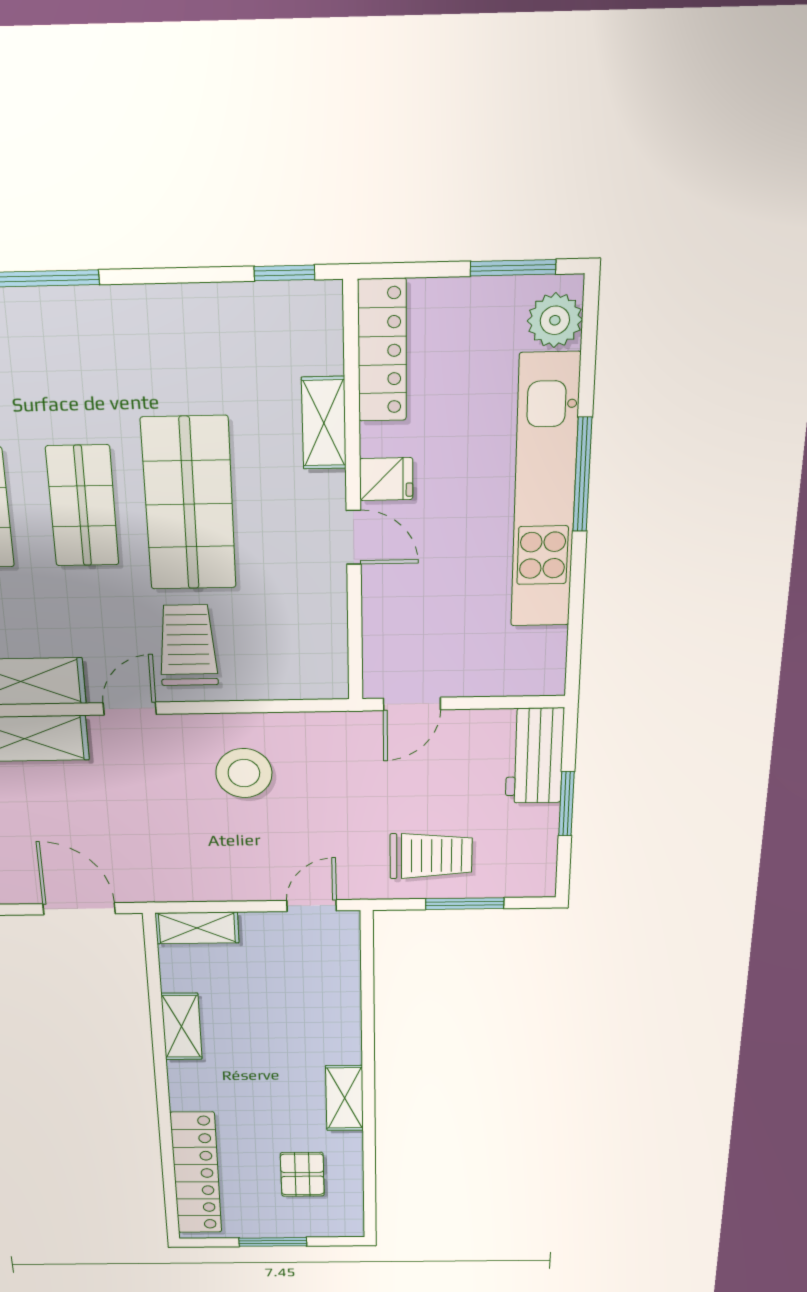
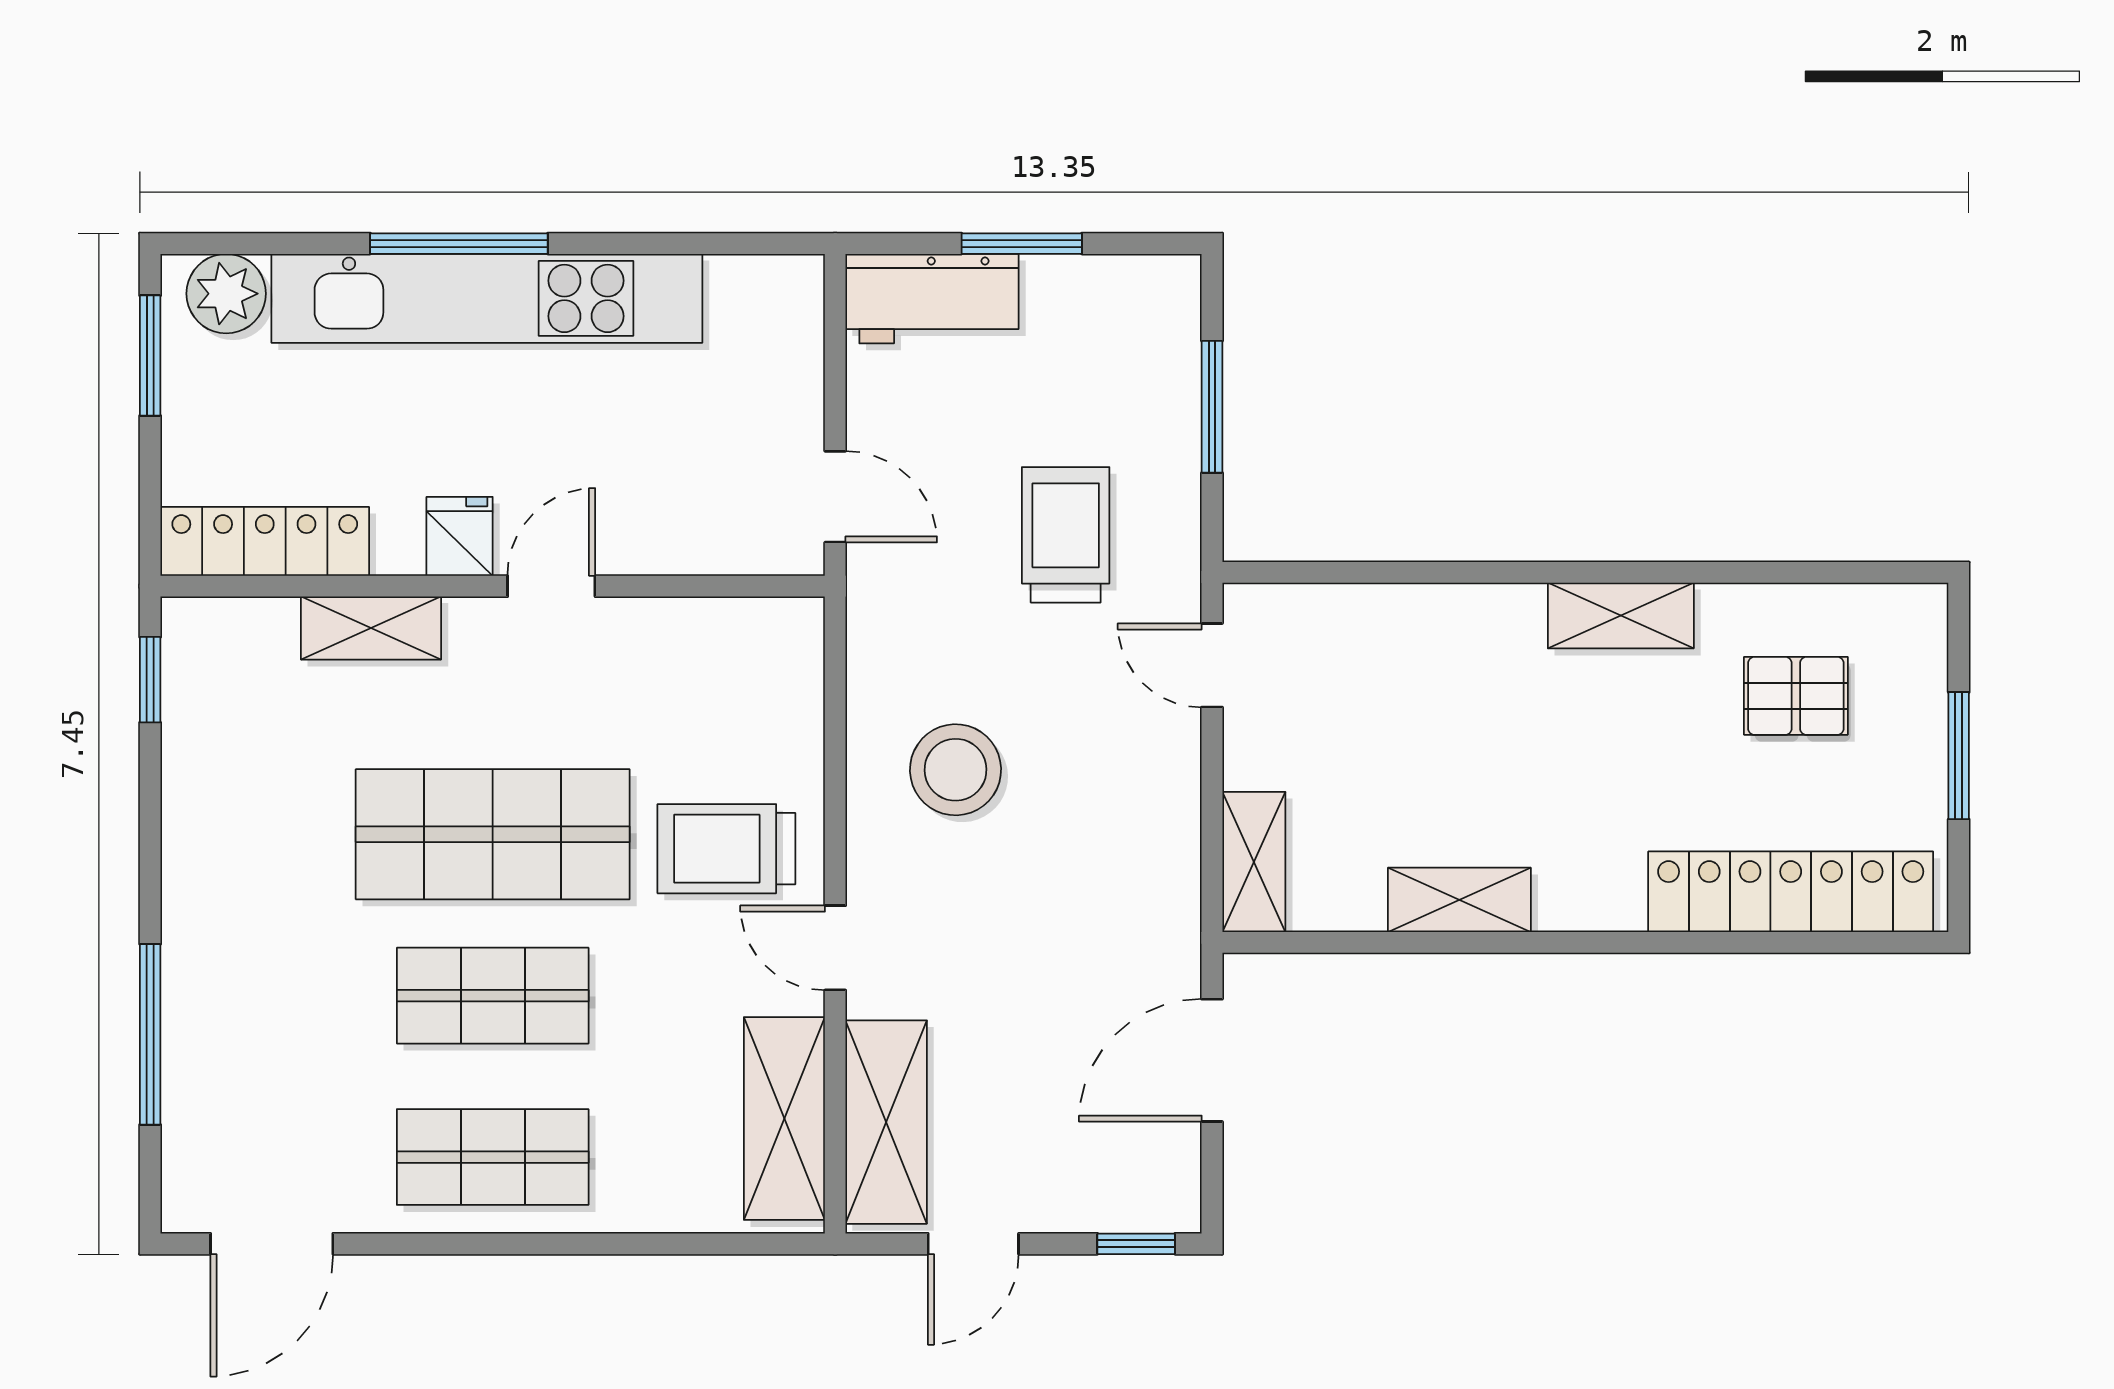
trolley: (431, 856) -> (1066, 535), moved

